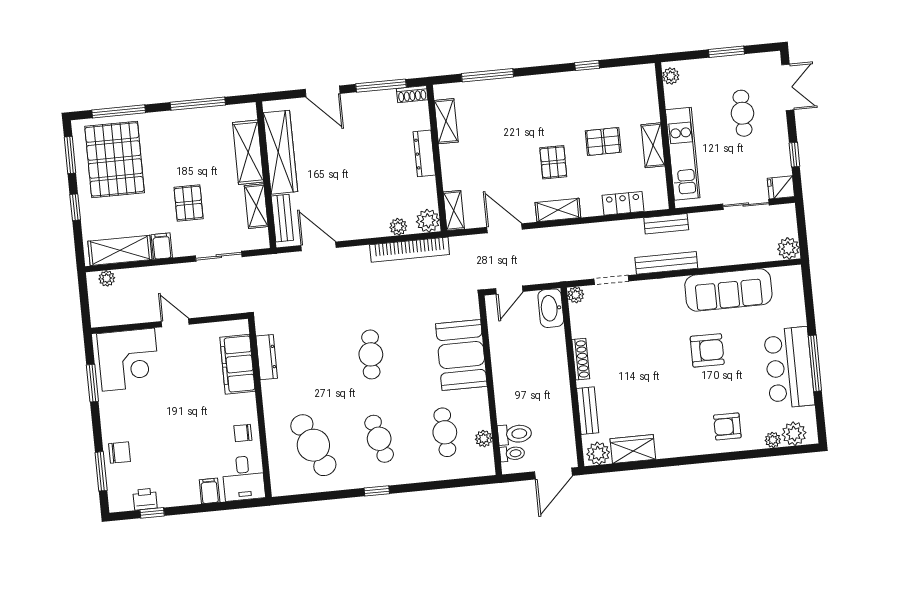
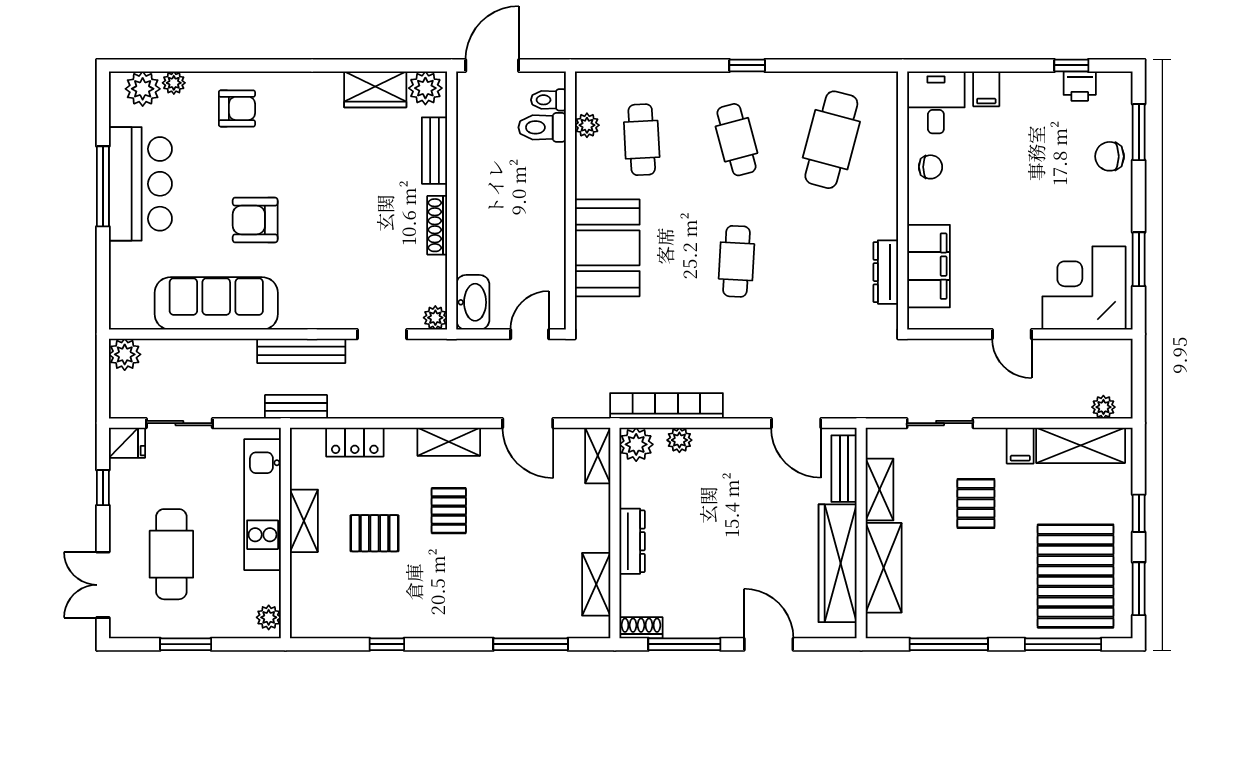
cafe table: (742, 113) -> (171, 554), width x1.37, depth x1.35
cafe table: (313, 445) -> (831, 140), turned 39

